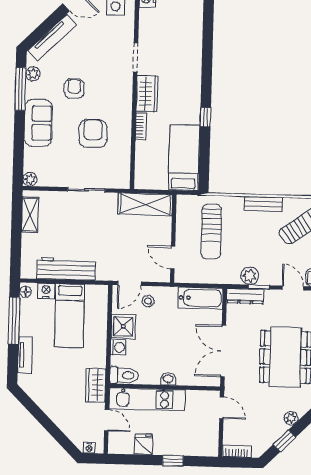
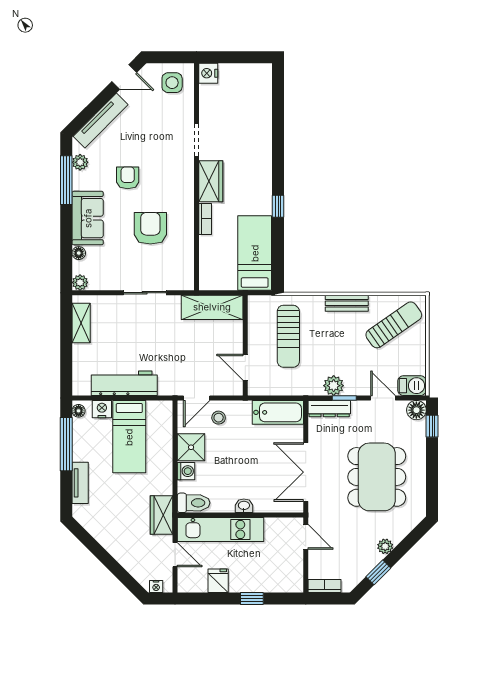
floor lamp: (30, 153) -> (79, 253), added

